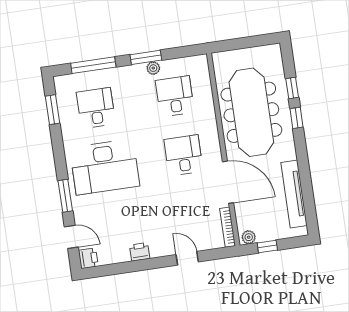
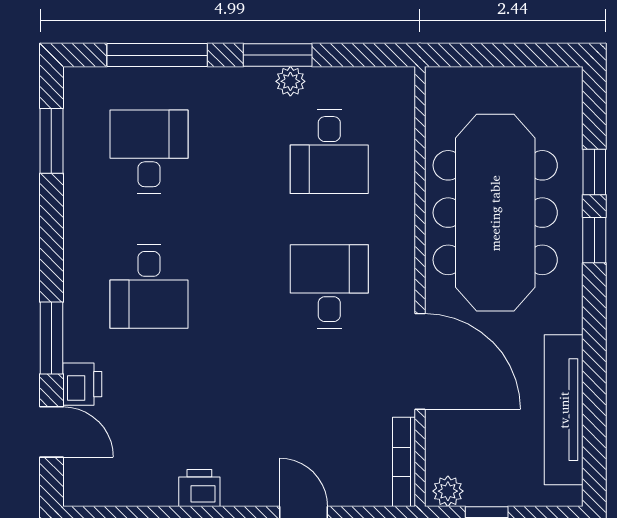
desk: (175, 96) -> (329, 152), turned 180
desk: (105, 167) -> (149, 287), width x0.53, depth x0.77
printer: (88, 258) -> (82, 384), moved

